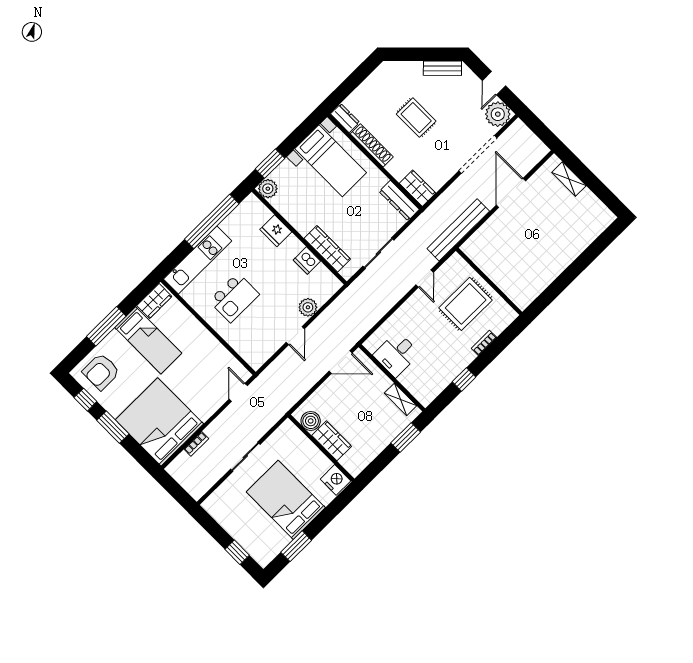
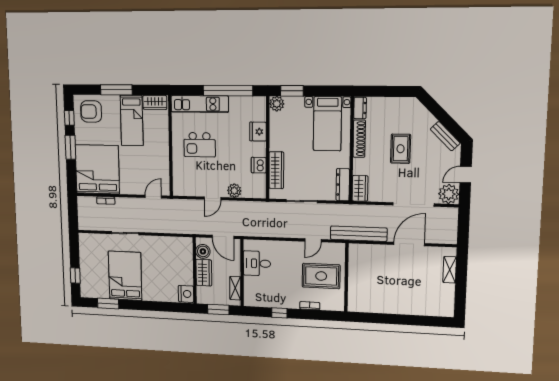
boiler: (311, 421) -> (203, 251), moved
wardrobe: (332, 441) -> (204, 273), moved
wall: (321, 448) -> (195, 271), moved
nightstand: (335, 480) -> (186, 294), moved

